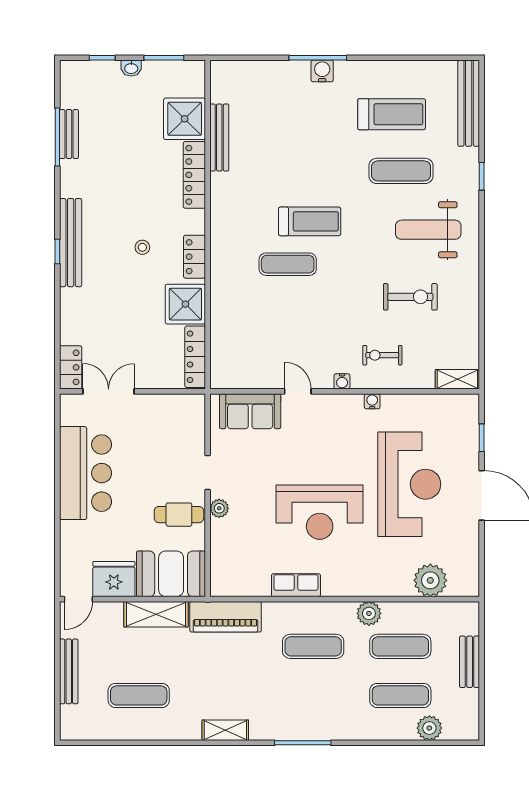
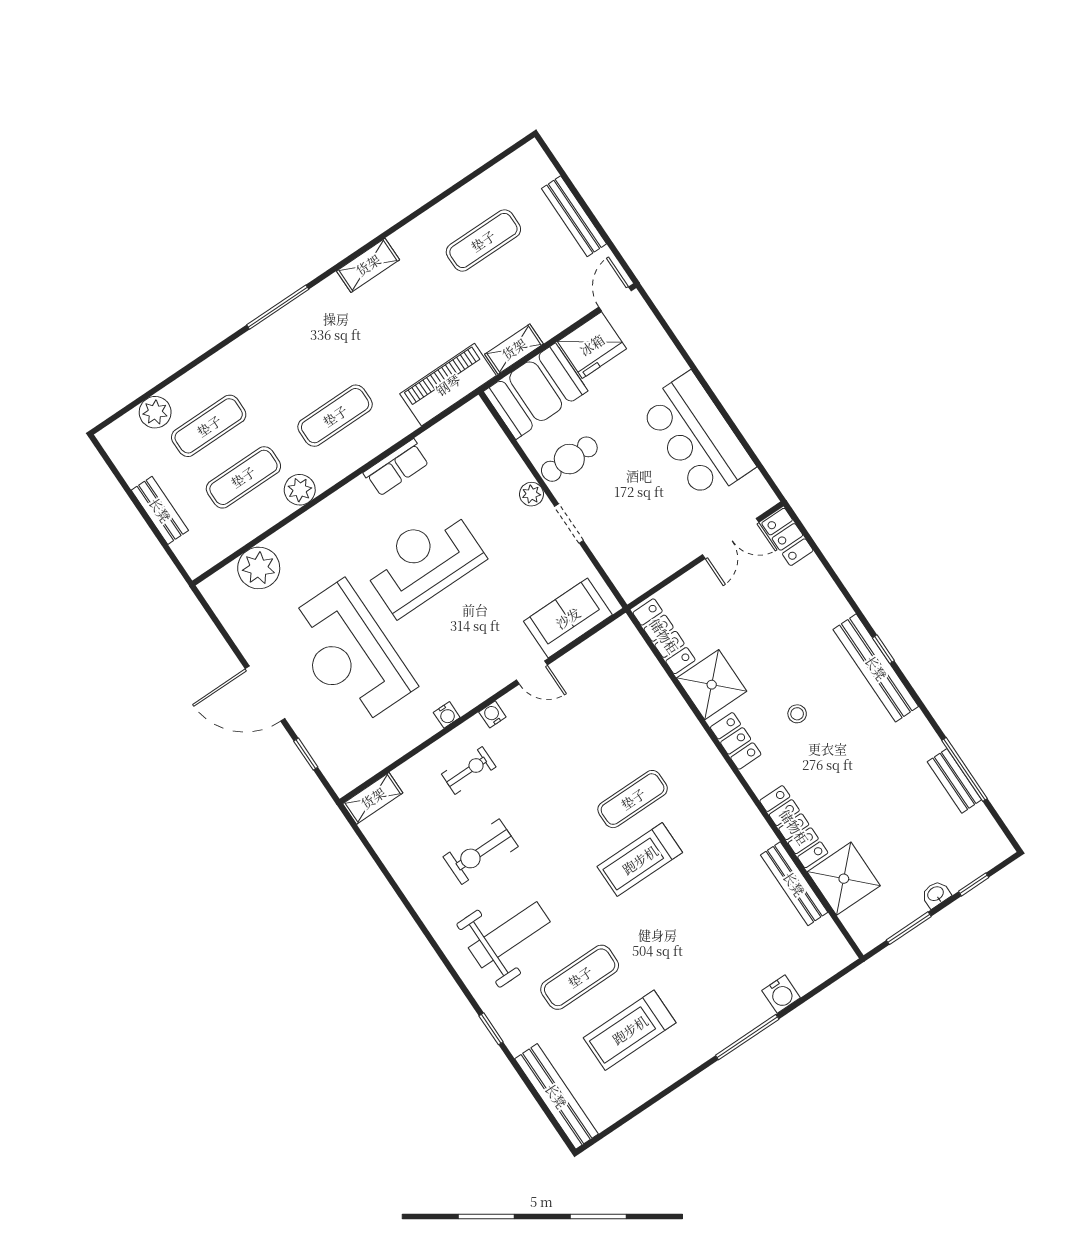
water cooler: (322, 71) -> (781, 994), moved
shelving: (156, 614) -> (514, 349), width x0.67, depth x0.75

